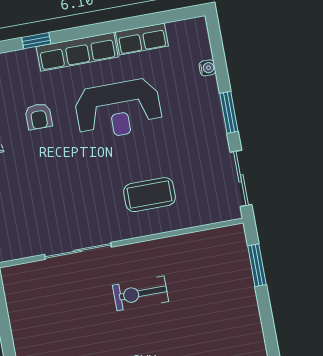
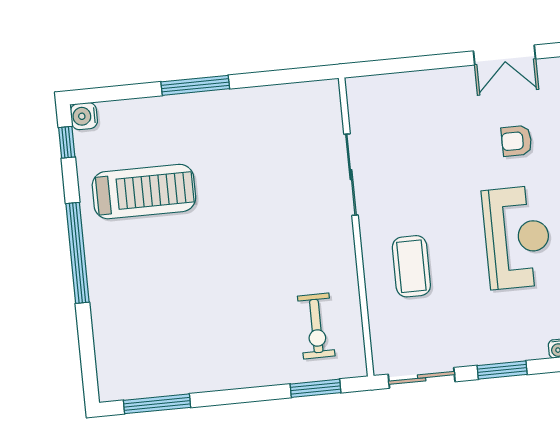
reception desk: (118, 109) -> (517, 237), turned 180
exercise bike: (140, 293) -> (316, 326), moved, turned 180

